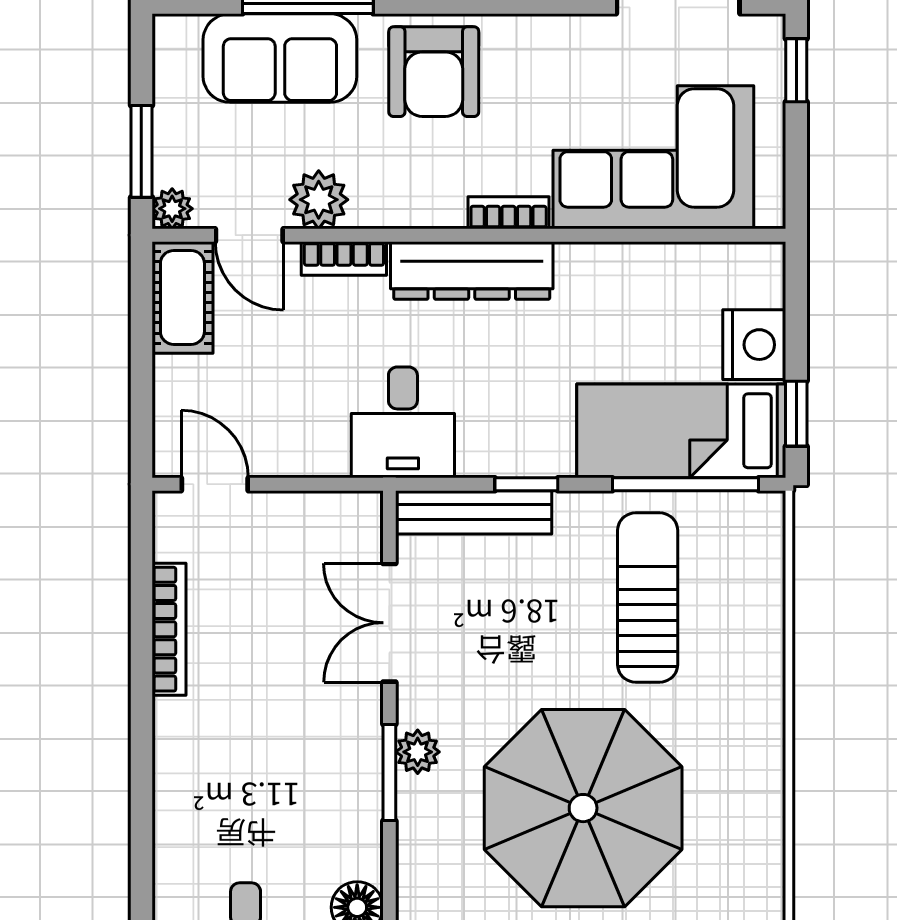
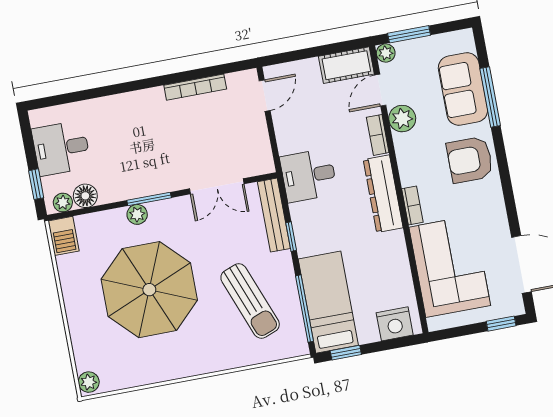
nightstand: (754, 345) -> (395, 324), moved
sun lounger: (648, 598) -> (250, 301), turned 69
double door: (389, 623) -> (217, 186), swing flipped
plant: (418, 752) -> (137, 214), moved

